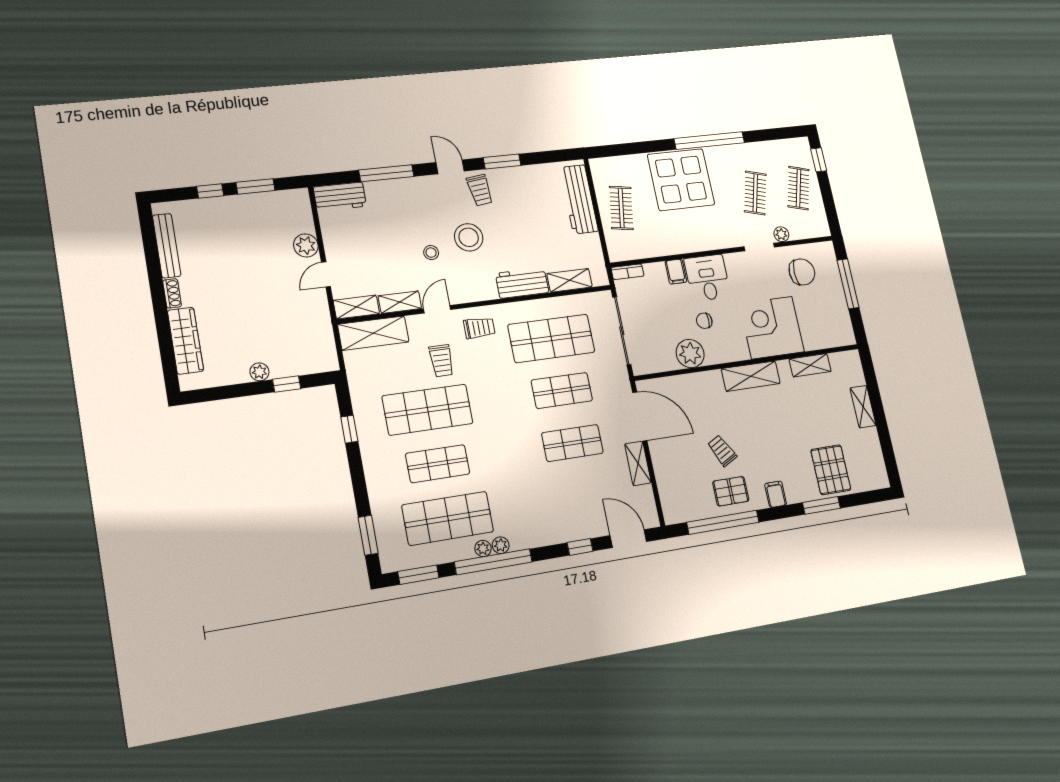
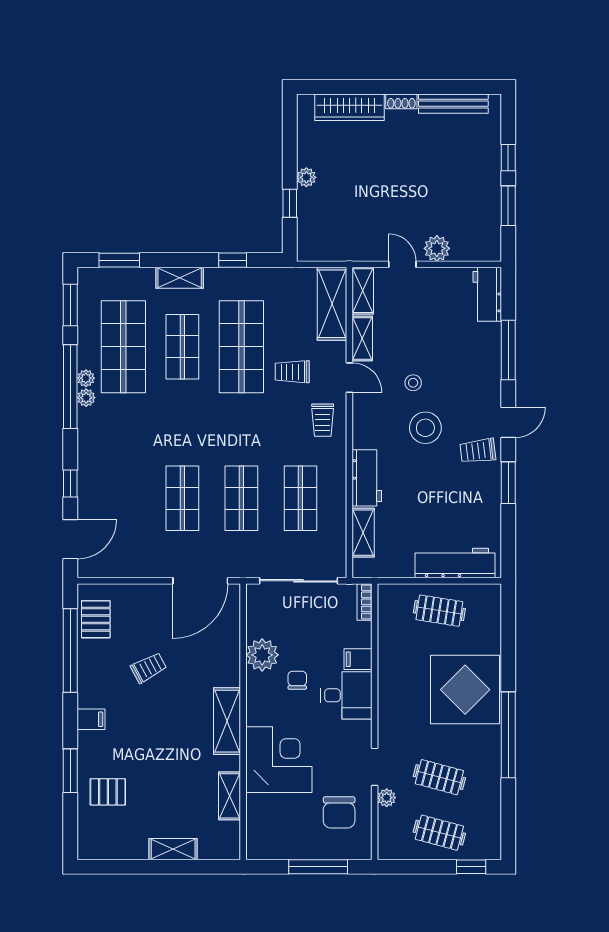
shop shelf: (551, 338) -> (300, 498), width x0.70, depth x0.74
shelving: (638, 463) -> (180, 278), moved
pallet: (831, 470) -> (108, 792), width x0.67, depth x0.71
pallet: (731, 491) -> (96, 619), moved

